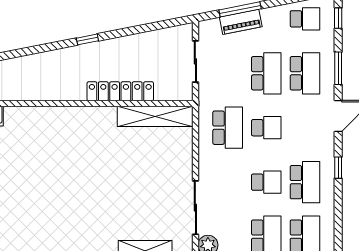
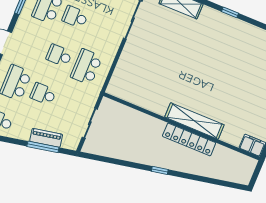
school desk: (266, 73) -> (43, 94), width x0.54
locker: (120, 91) -> (189, 140), moved
shelving: (155, 116) -> (194, 121), moved

